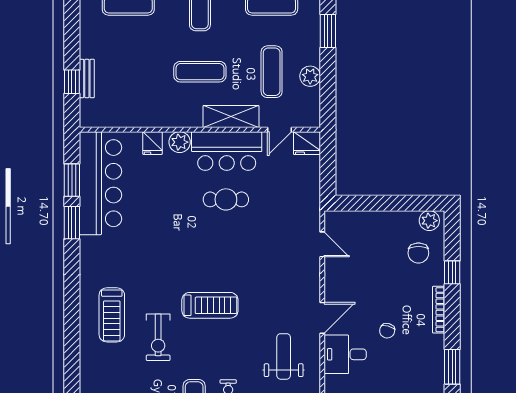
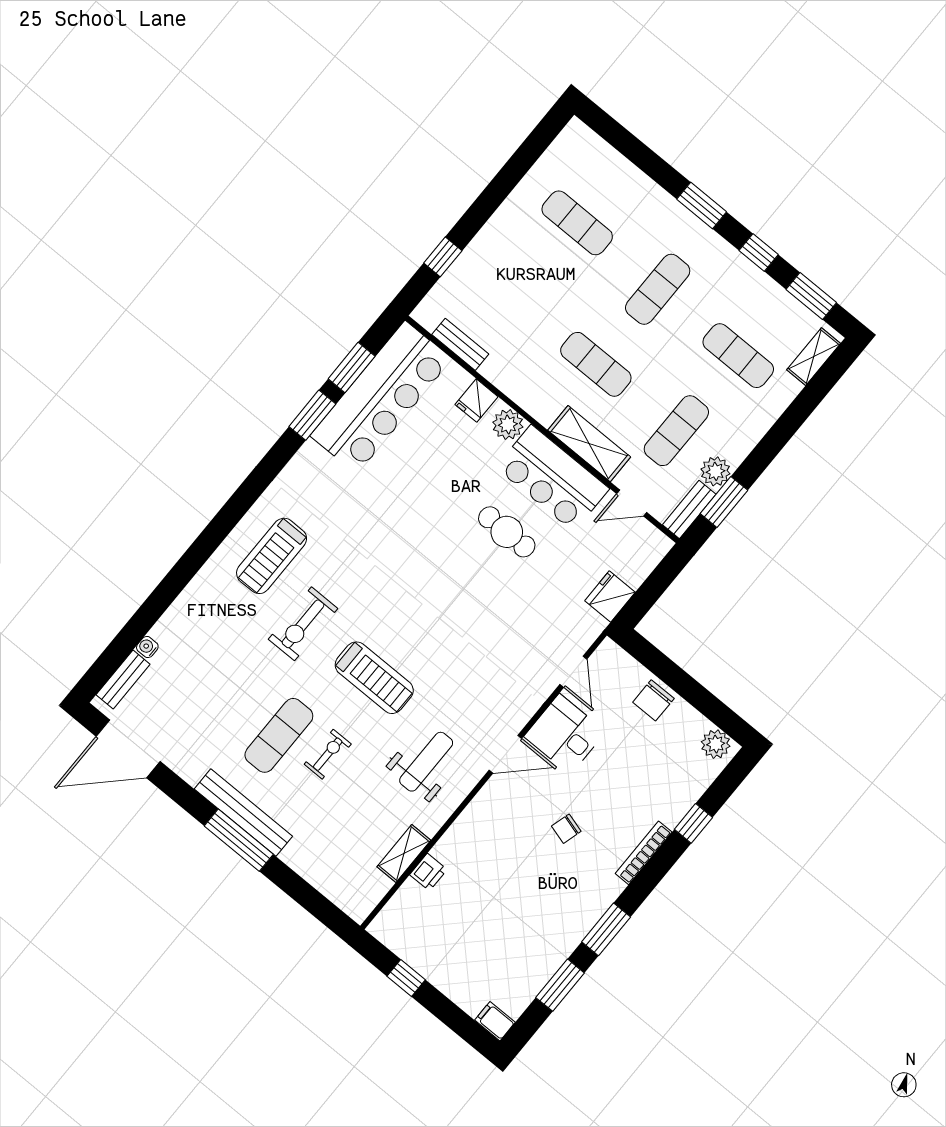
window: (328, 31) -> (724, 502), moved
bench: (87, 78) -> (460, 344), moved, turned 90
bench: (313, 108) -> (689, 509), added
fridge: (307, 143) -> (610, 596), moved, turned 90
chair: (418, 253) -> (653, 700), moved
treadmill: (210, 305) -> (374, 678), moved
desk: (345, 354) -> (565, 734), moved

